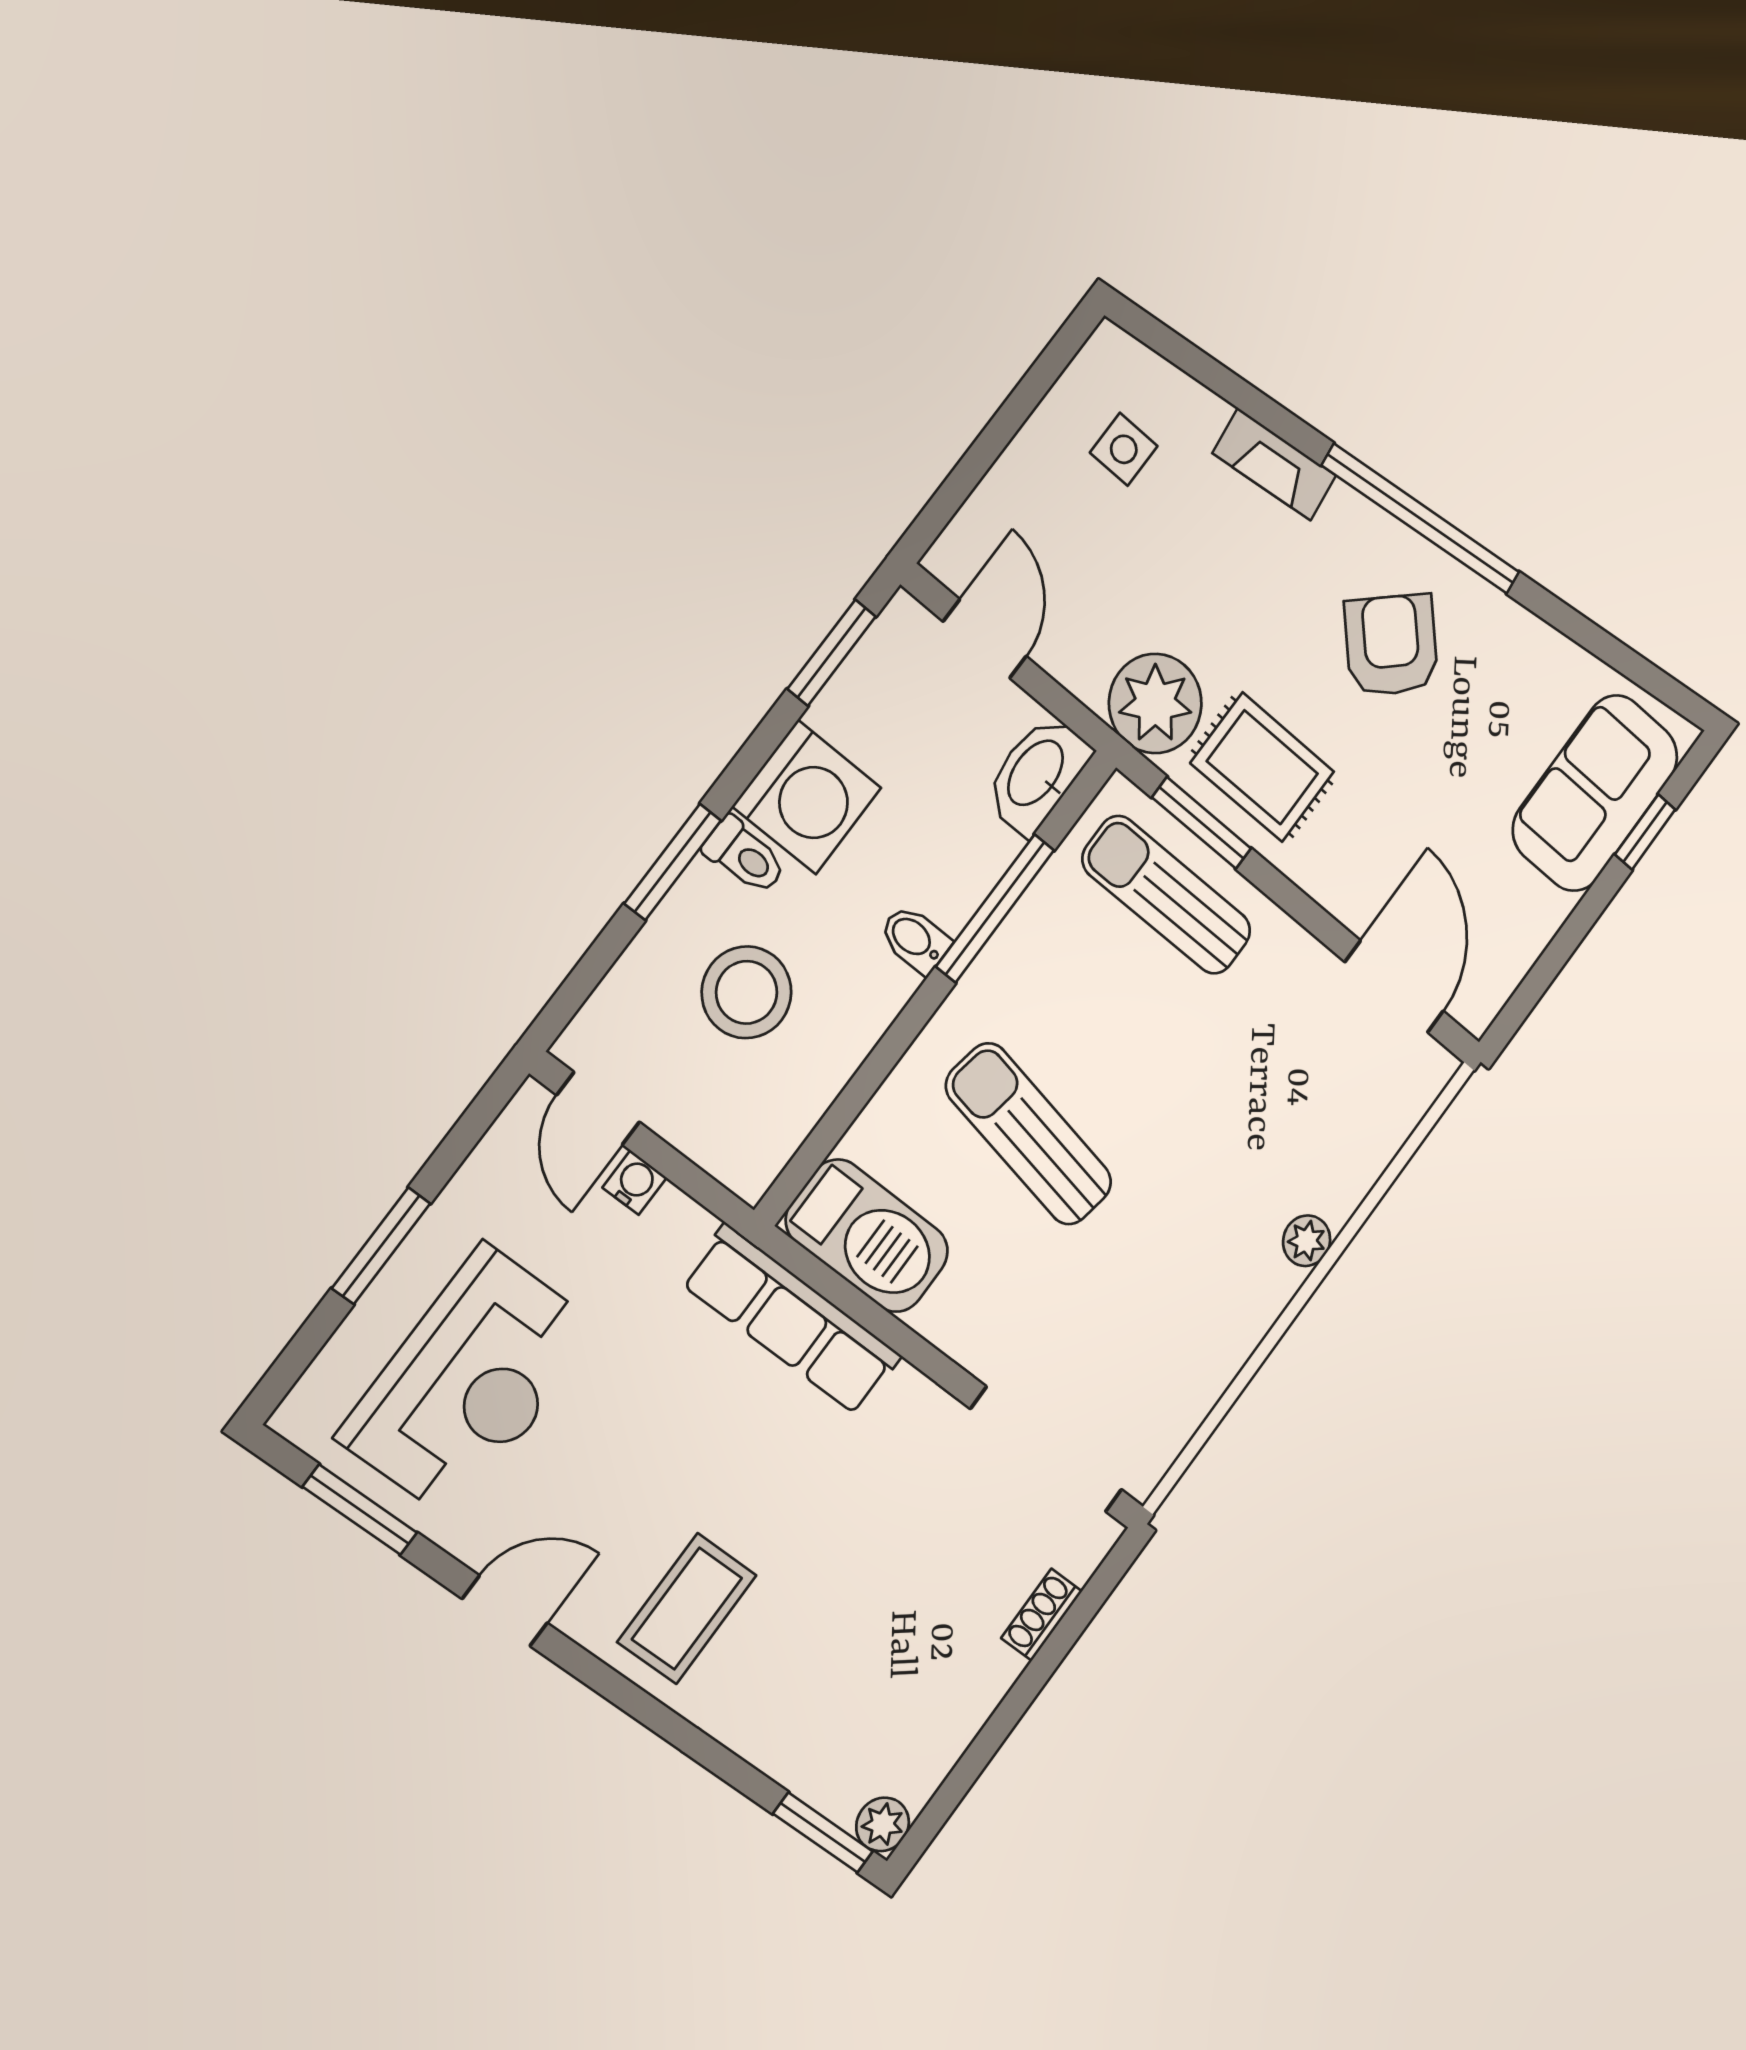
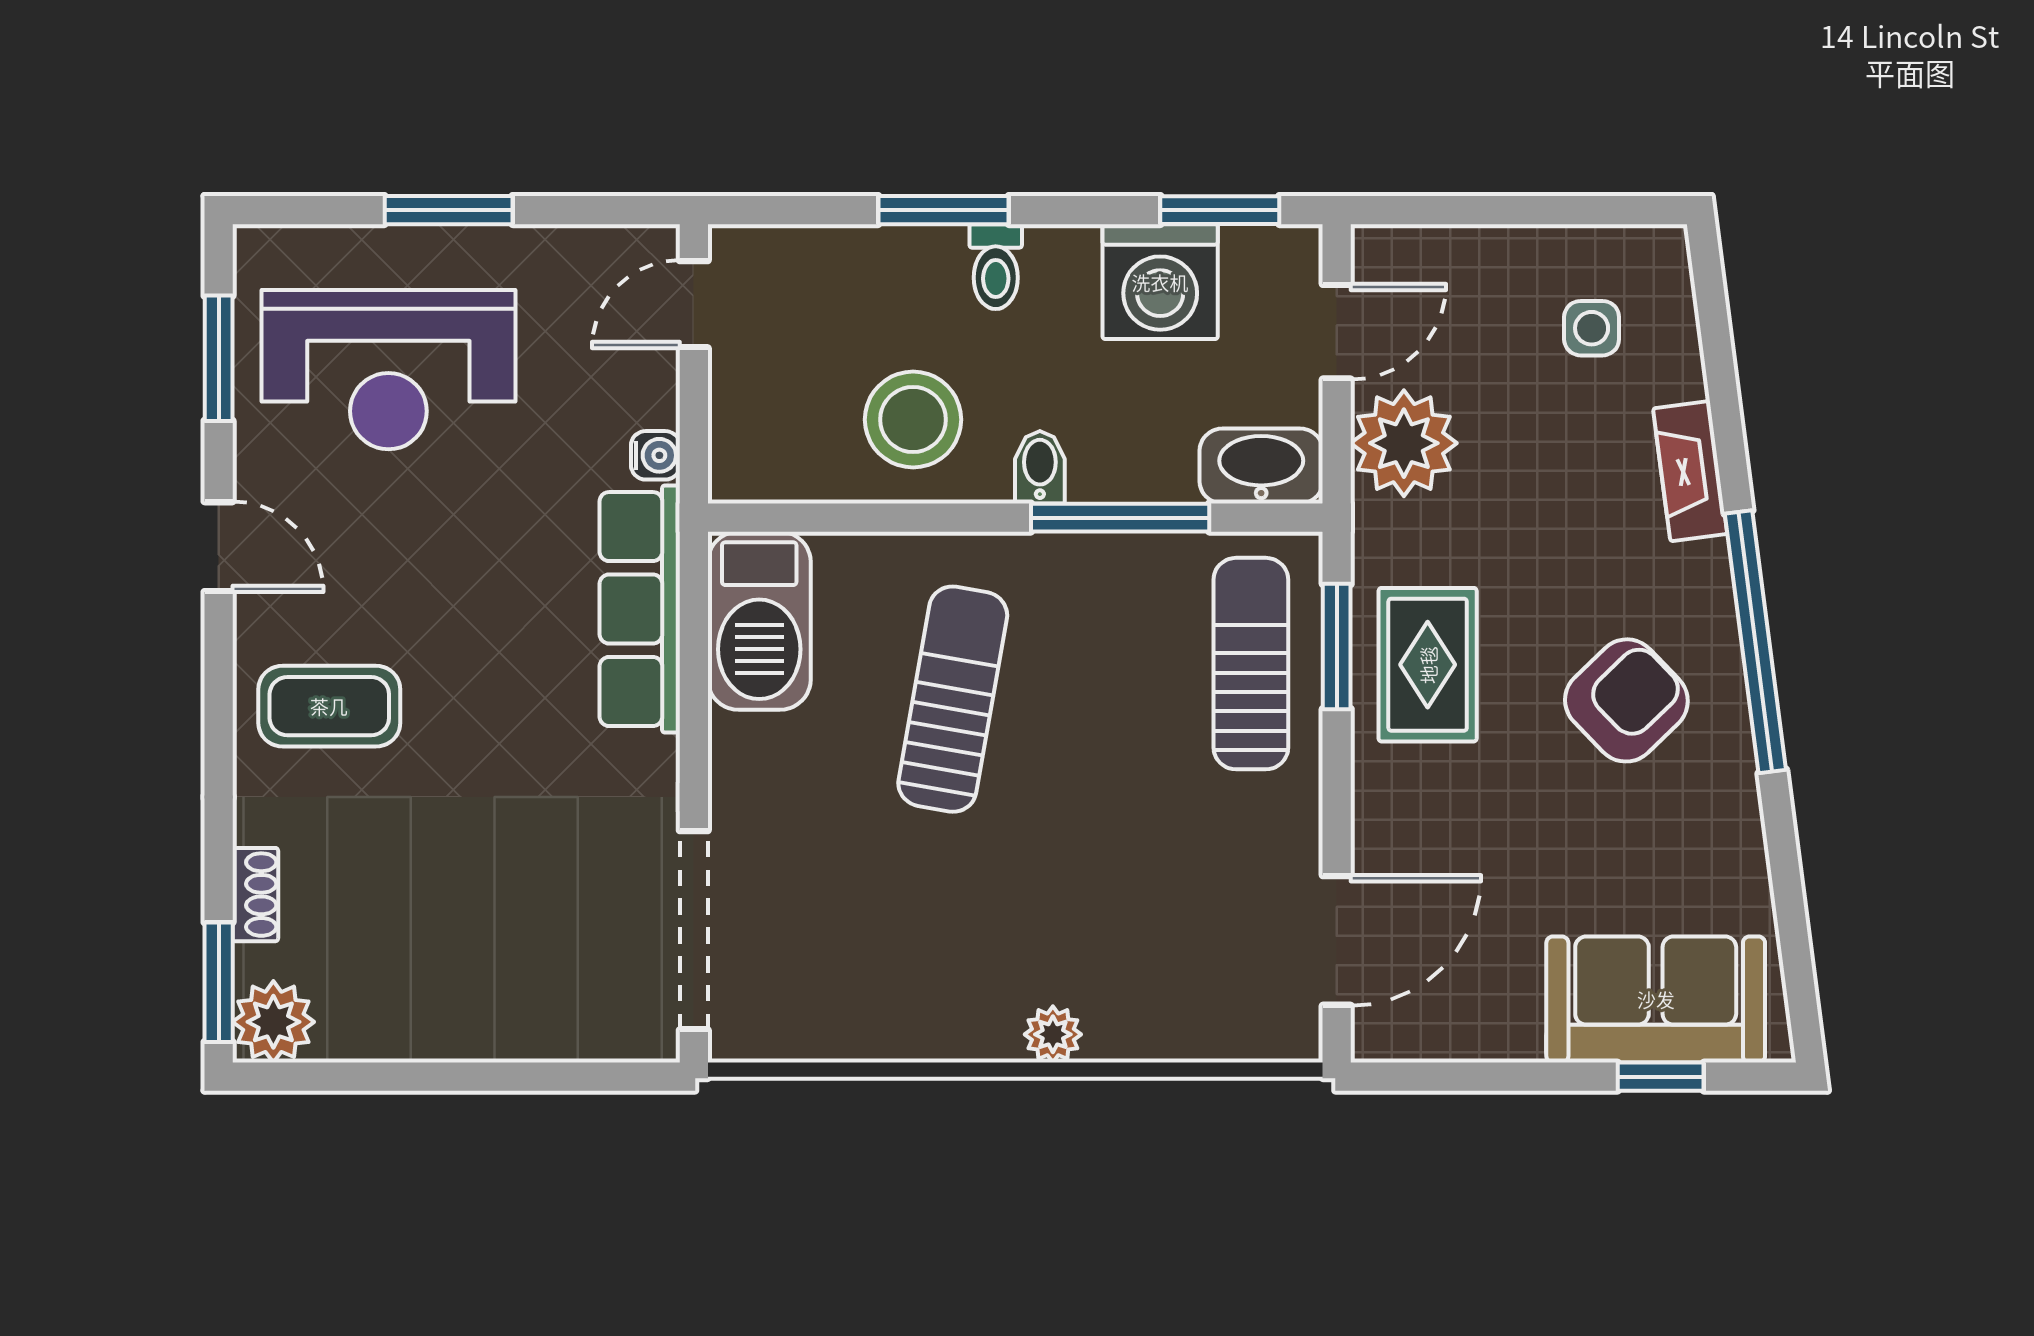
plant: (1155, 703) -> (1404, 443), moved
washing machine: (807, 797) -> (1160, 282), moved
stool: (747, 992) -> (913, 420), moved
water cooler: (635, 1183) -> (655, 455), moved
shoe rack: (1042, 1615) -> (255, 895), moved, turned 90
plant: (883, 1824) -> (273, 1022), width x1.38, depth x1.38

